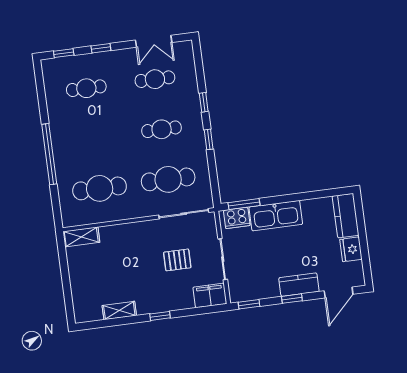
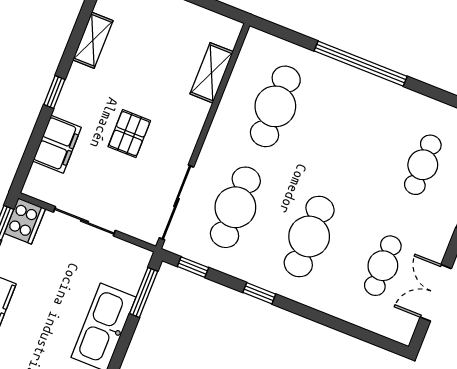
window: (204, 102) -> (193, 267), moved
cafe table: (162, 129) -> (309, 236), width x1.37, depth x1.35
cooker: (237, 218) -> (25, 221), moved, turned 180
shelving: (81, 237) -> (212, 73), moved
pallet: (177, 260) -> (129, 134), moved
filing cabinet: (210, 295) -> (57, 144), moved

